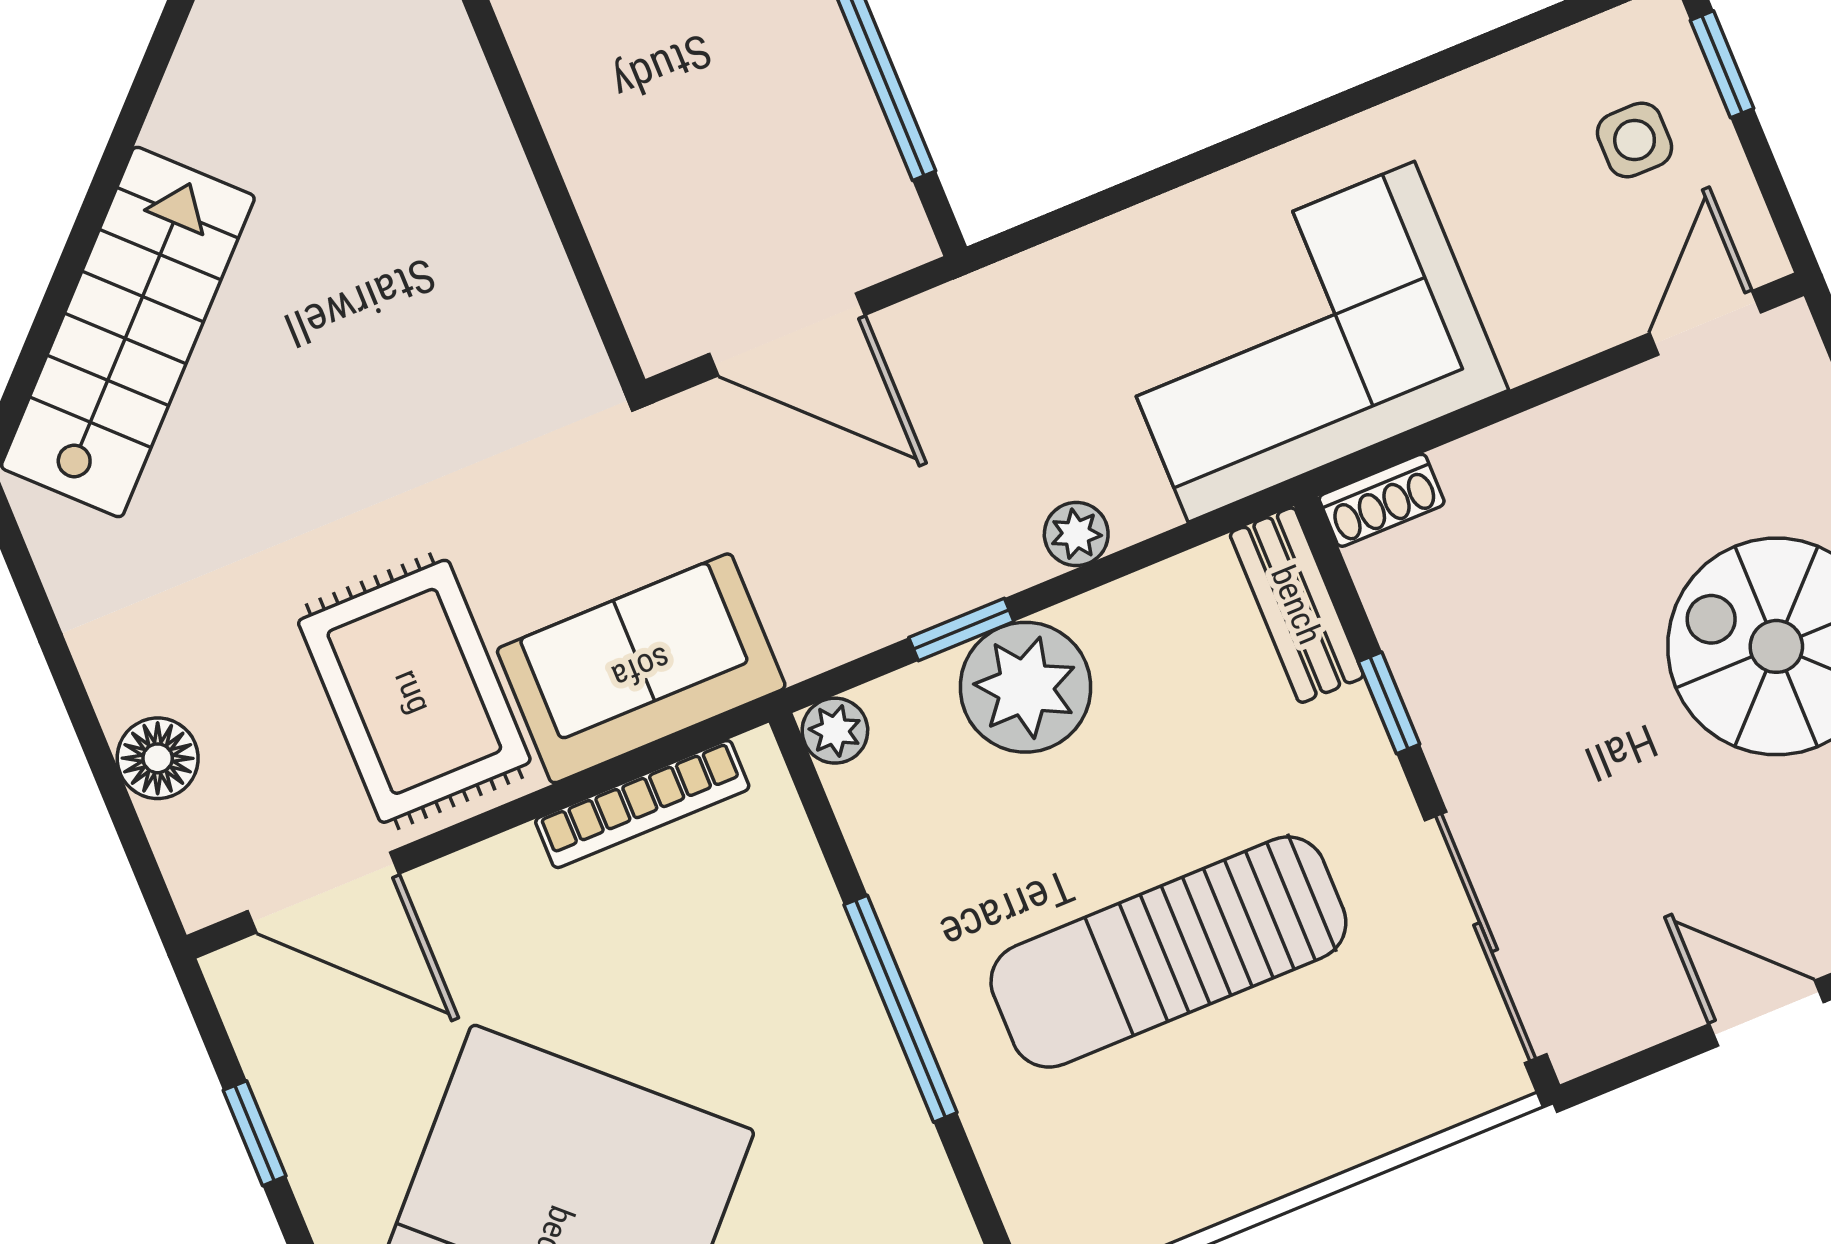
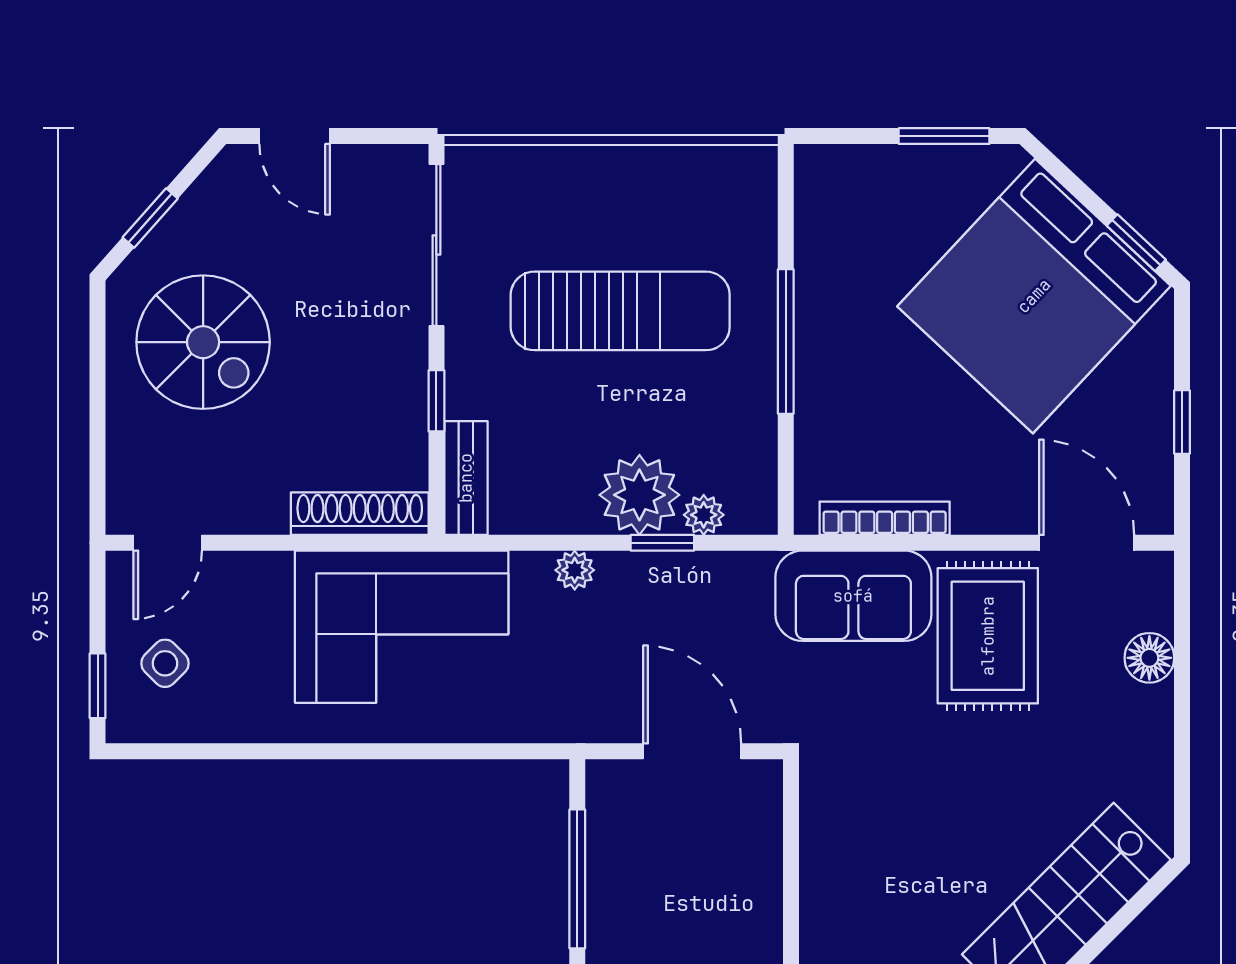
side table: (1635, 140) -> (165, 663), turned 45
shoe rack: (1382, 500) -> (360, 514), width x1.94, depth x1.24
plant: (835, 731) -> (704, 515), moved

